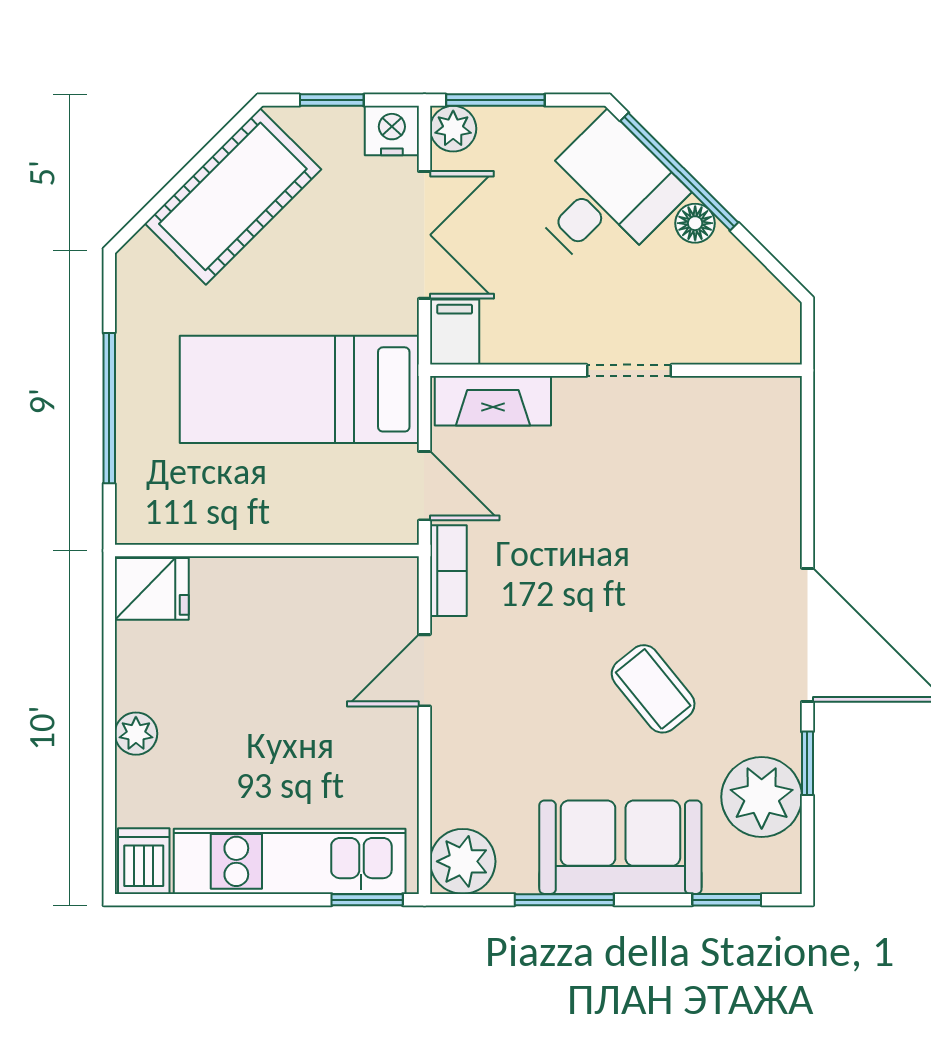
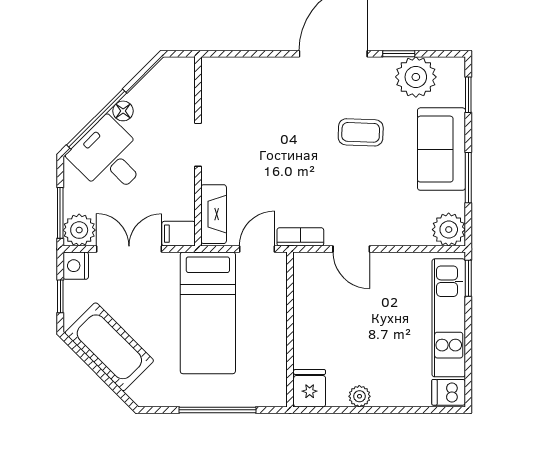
plant: (453, 129) -> (79, 230), width x1.38, depth x1.38
coffee table: (653, 689) -> (361, 132), turned 41
plant: (136, 734) -> (359, 396), moved

